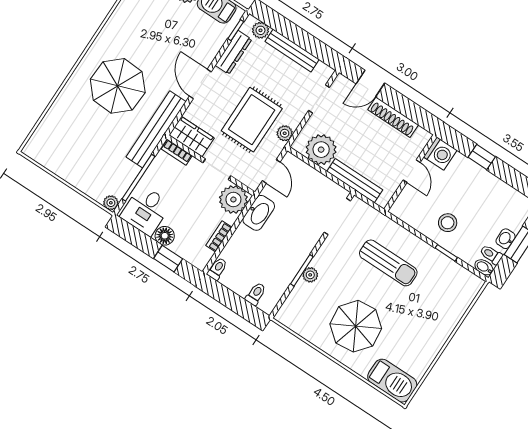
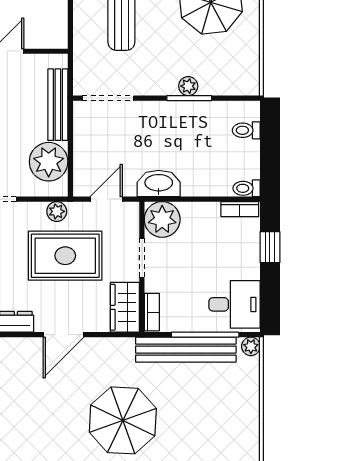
bench: (156, 129) -> (186, 350), moved
floor lamp: (165, 236) -> (248, 267), removed
bookcase: (219, 236) -> (240, 209), moved

